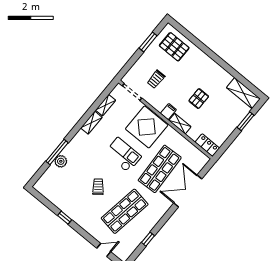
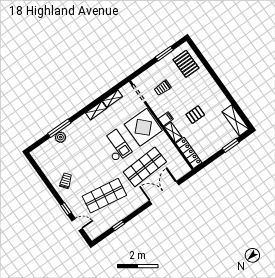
locker: (207, 145) -> (189, 153), width x1.53
trolley: (98, 187) -> (66, 181), moved
window: (65, 218) -> (66, 209), moved

